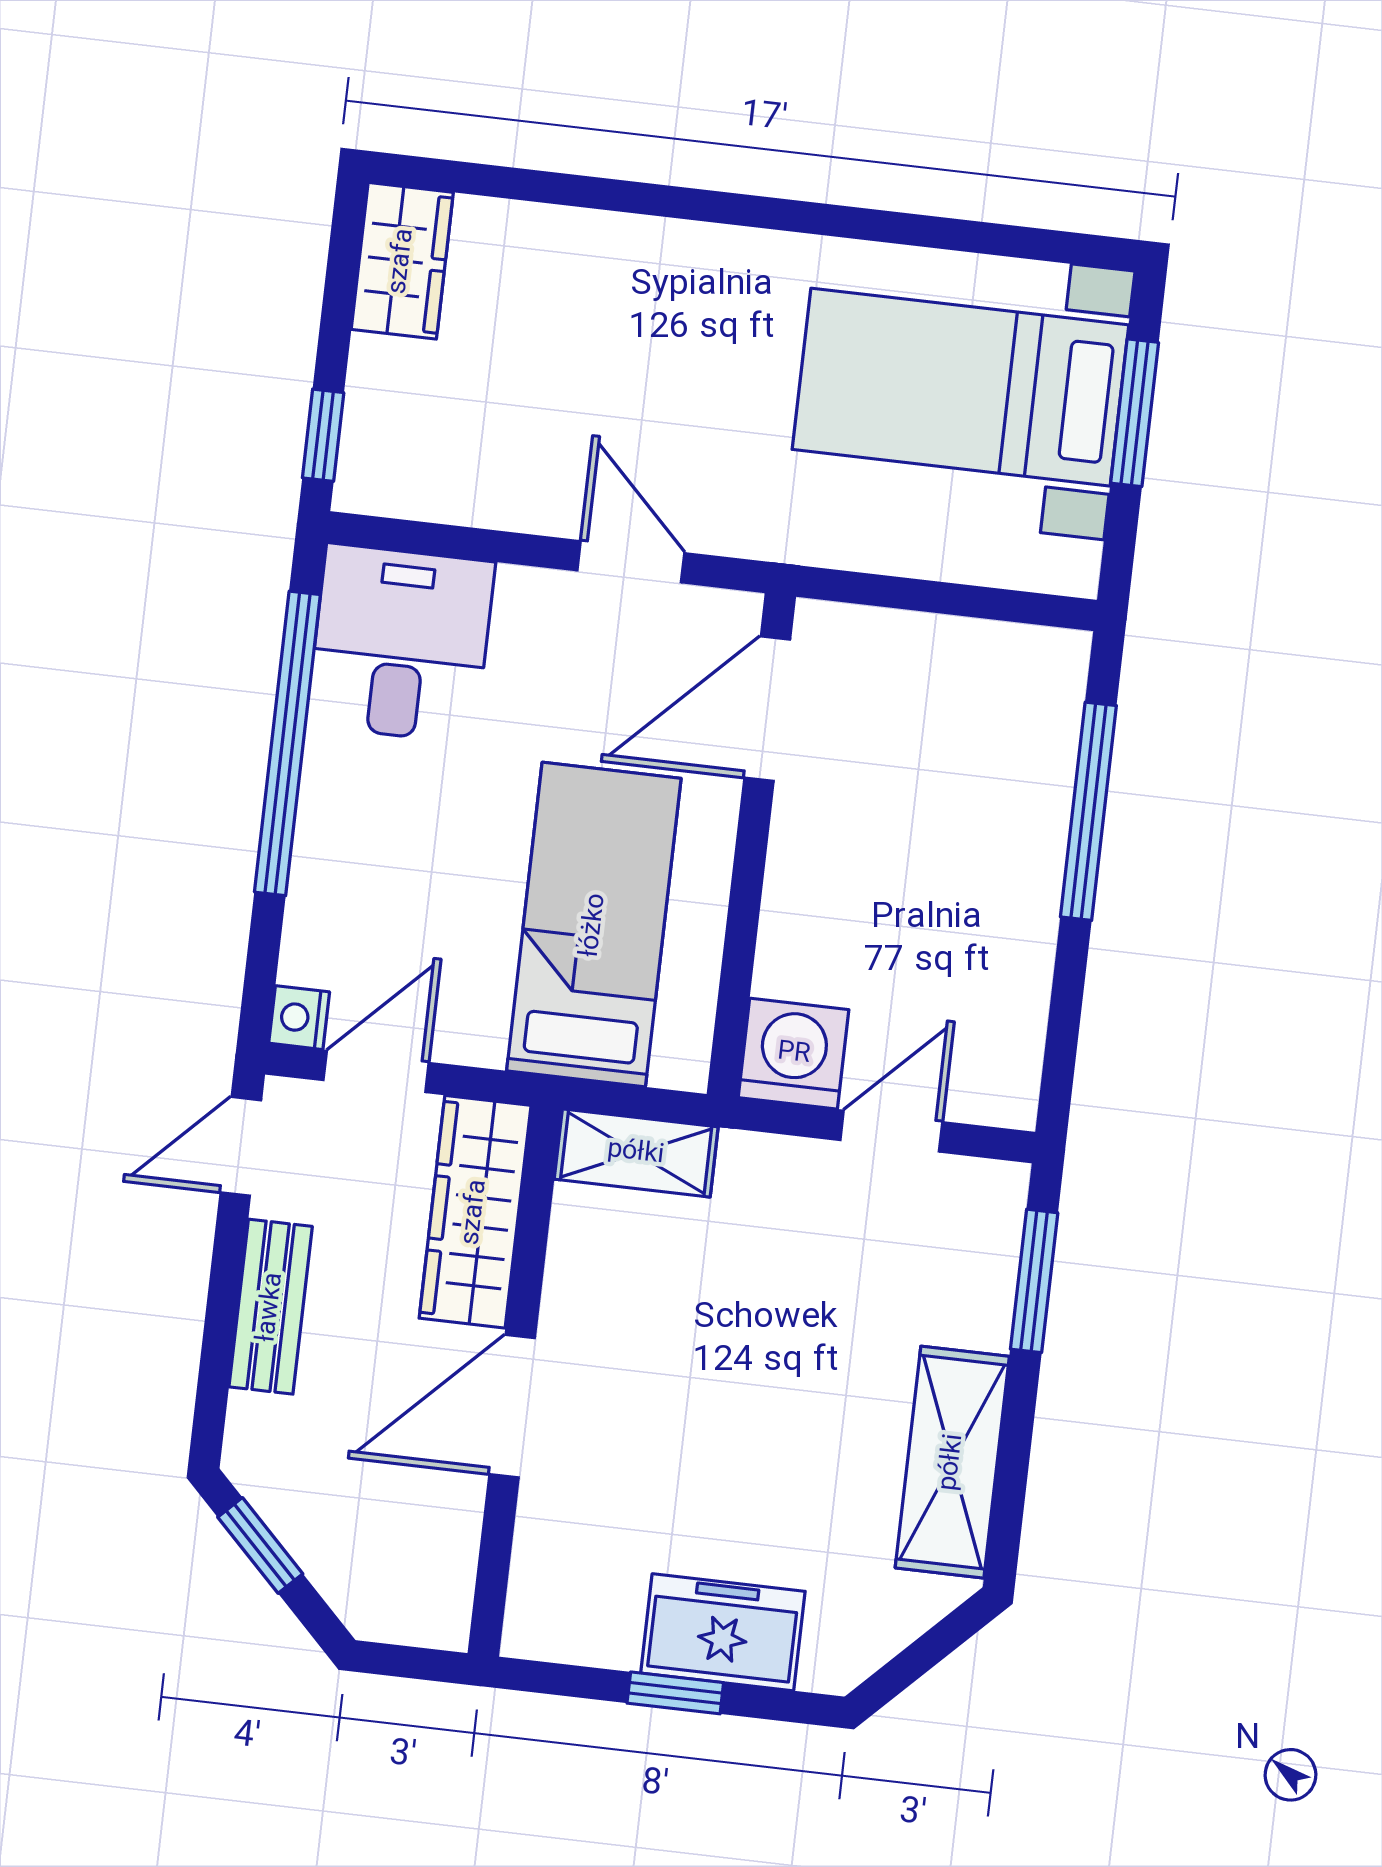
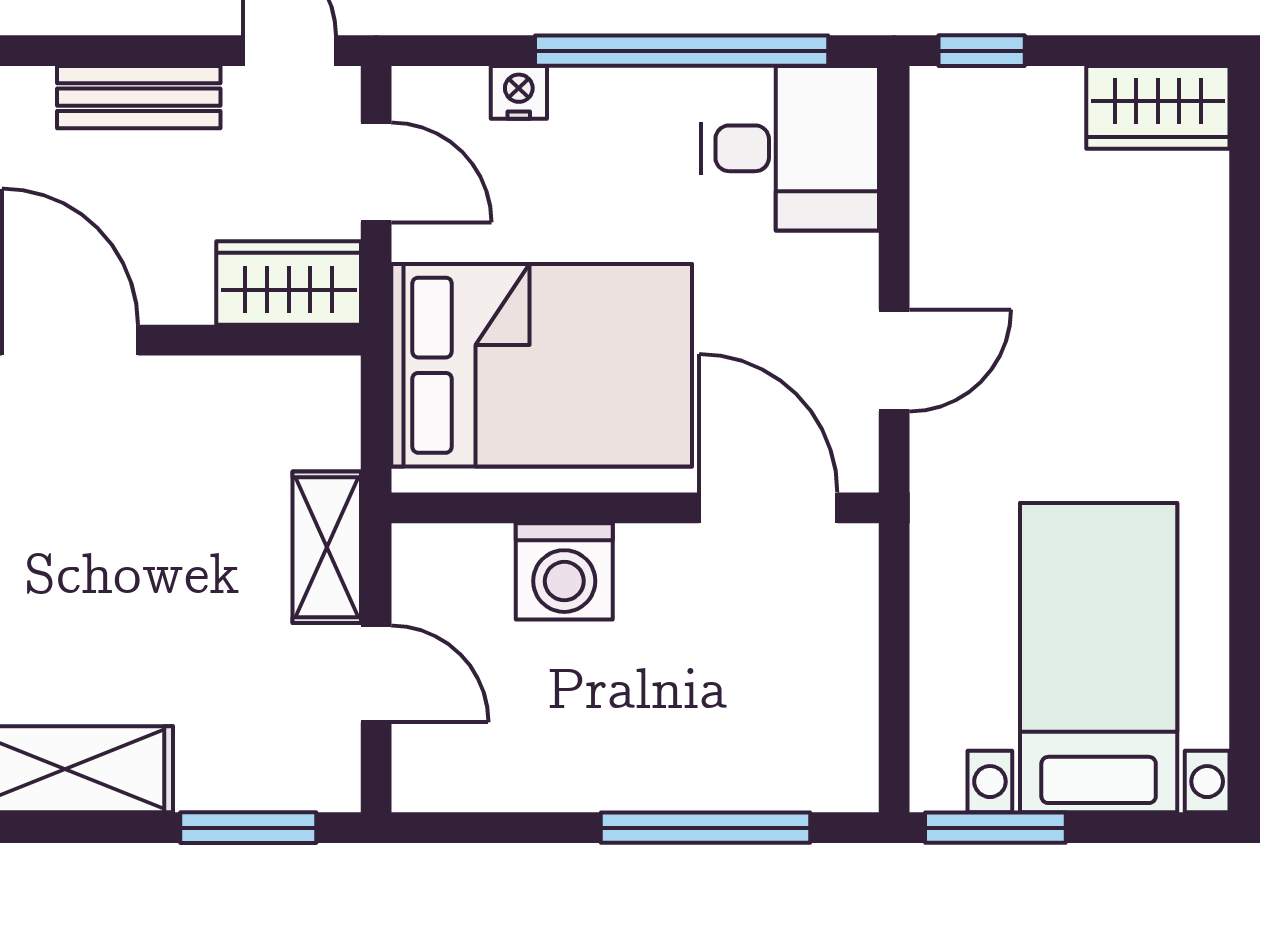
window: (1135, 413) -> (995, 828), moved
bed: (594, 925) -> (542, 365), width x1.50
nightstand: (299, 1018) -> (519, 92), moved
washing machine: (794, 1054) -> (564, 571), moved, turned 90
shelving: (636, 1153) -> (327, 547), moved
wardrobe: (475, 1212) -> (289, 283), width x0.67

